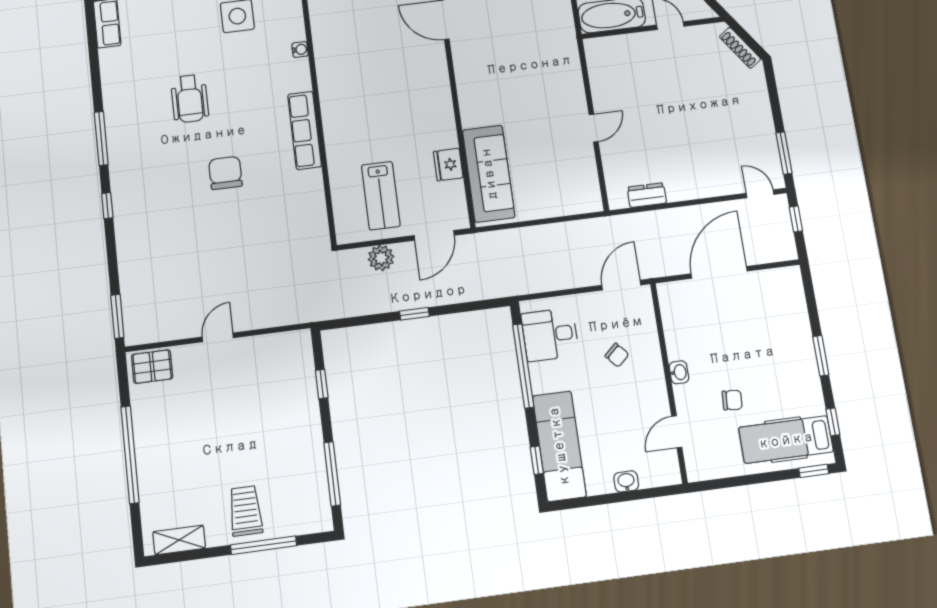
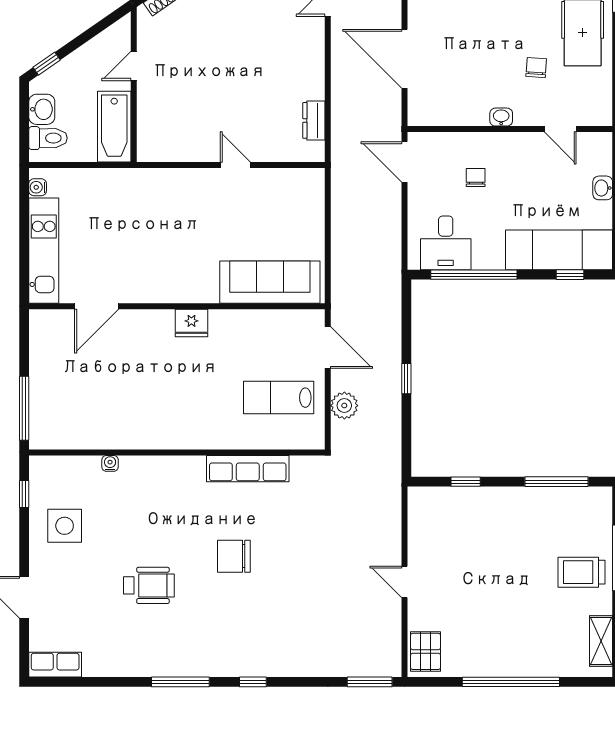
row of seats: (305, 130) -> (248, 469), moved
fridge: (448, 165) -> (191, 323), moved
lab bench: (381, 196) -> (279, 398), turned 180
chair: (617, 355) -> (476, 178), turned -48

